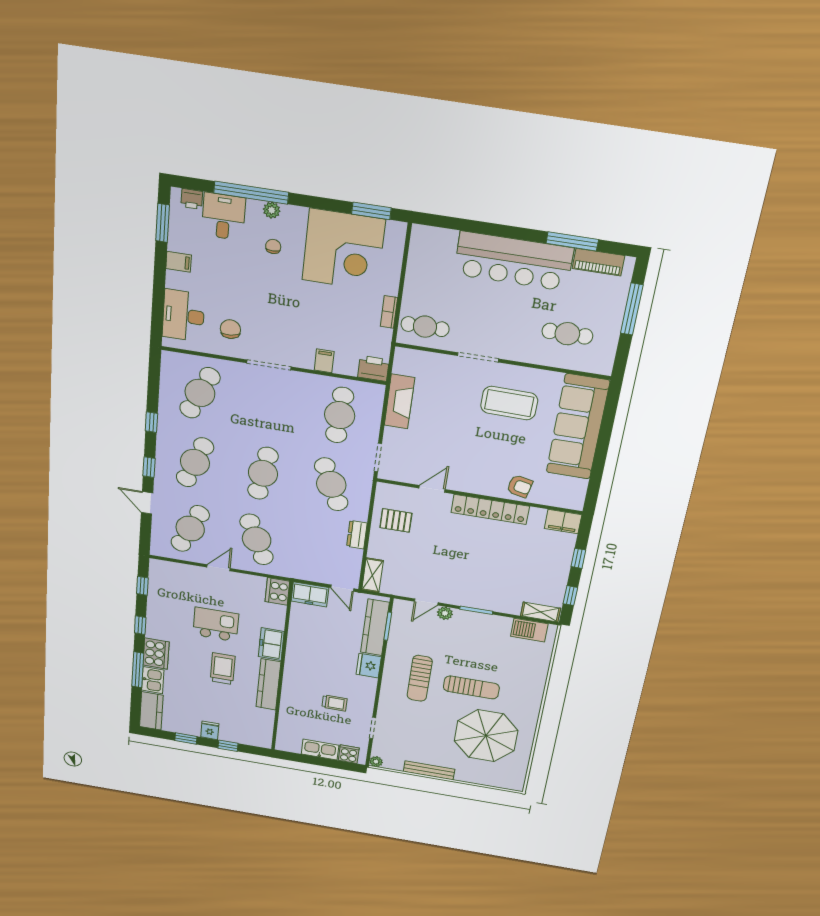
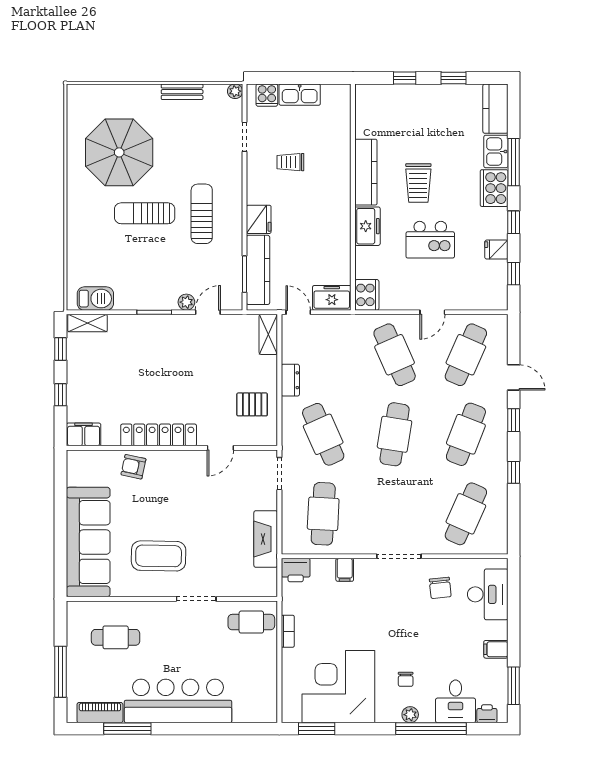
fridge: (210, 730) -> (496, 250), moved, turned 90
bench: (429, 770) -> (182, 92), width x0.73

